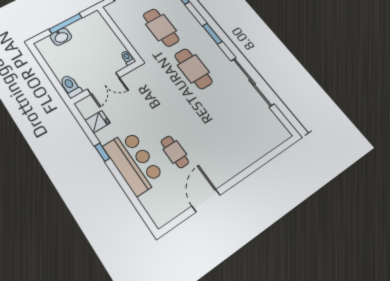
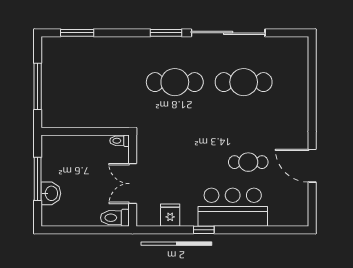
cafe table: (161, 28) -> (244, 82), moved
window: (212, 34) -> (166, 33), moved
double door: (103, 83) -> (133, 184), swing flipped

